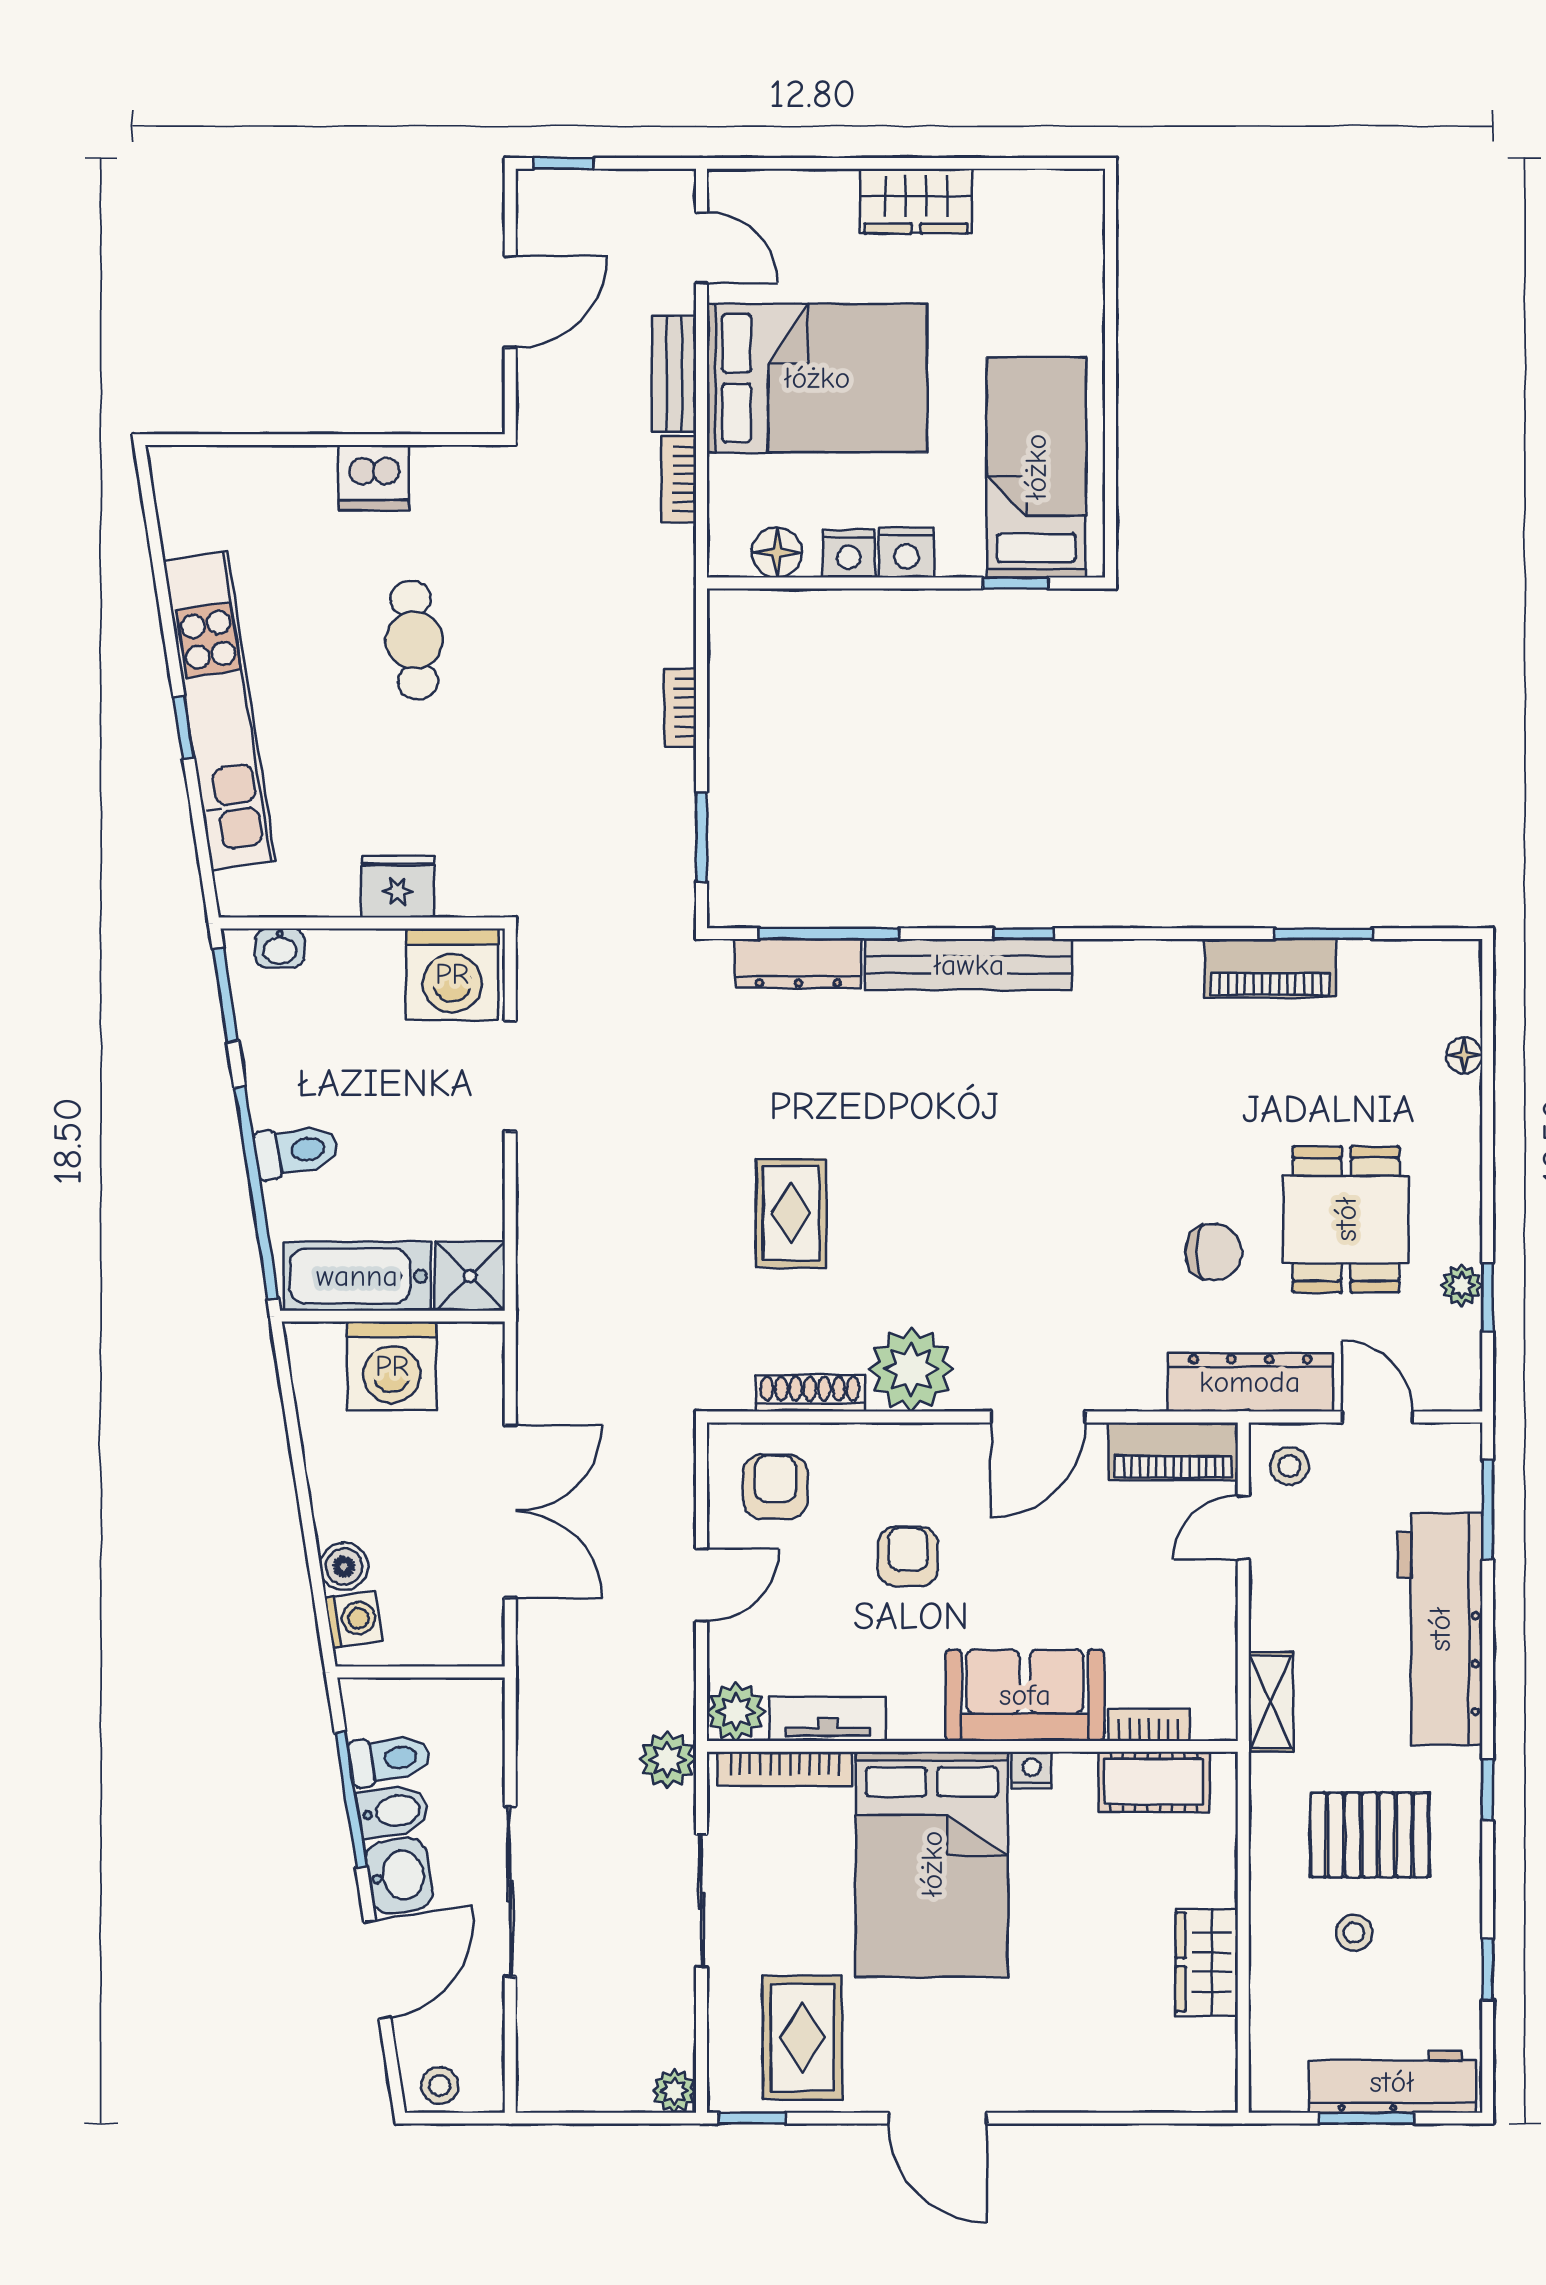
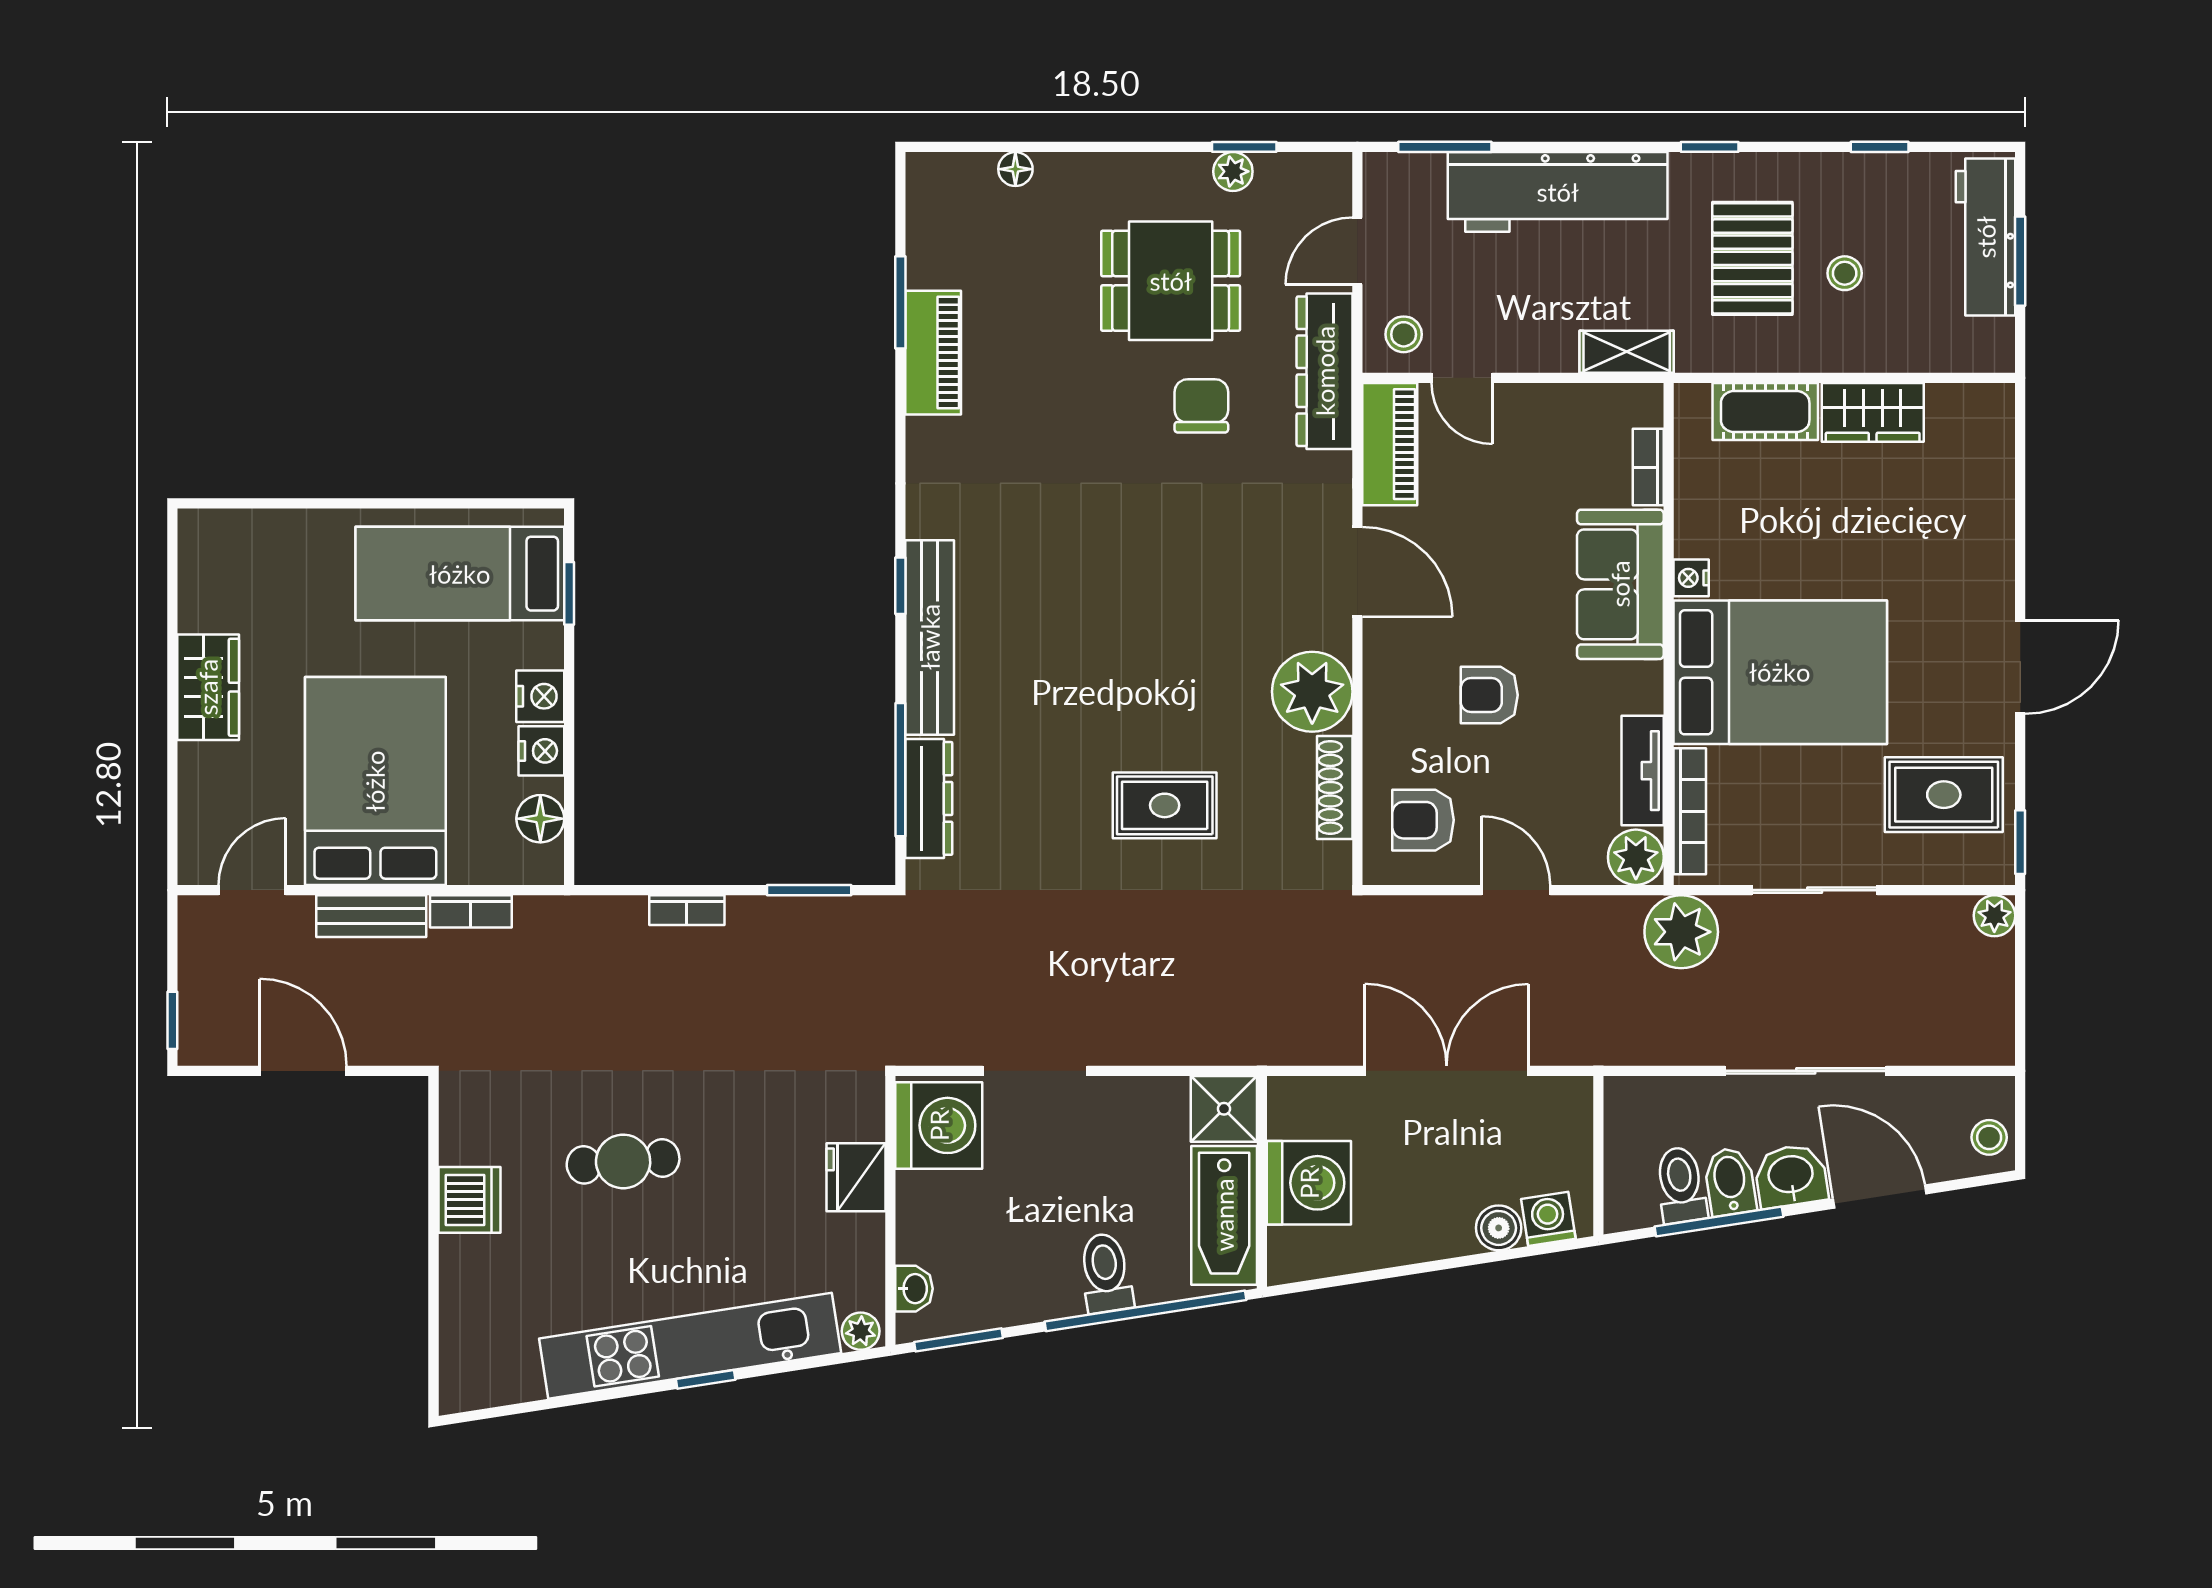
plant: (235, 892) -> (861, 1331), added
plant: (668, 1760) -> (1681, 932), width x1.36, depth x1.36
cot: (1154, 1782) -> (1765, 412), moved, turned 90

